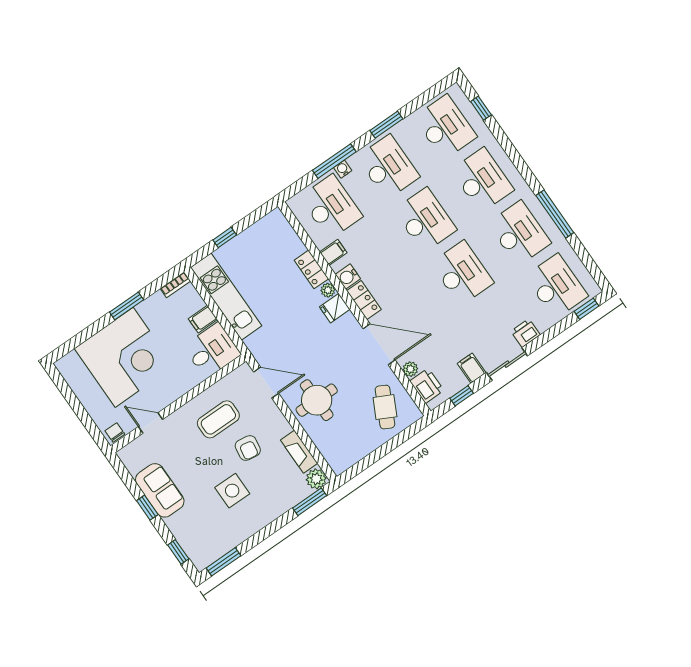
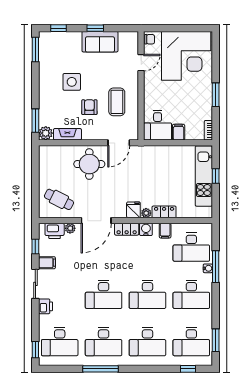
window: (386, 125) -> (216, 340), moved
kitchen unit: (226, 297) -> (204, 176), moved, turned 90
corner desk: (124, 357) -> (186, 56), moved, turned -90
armchair: (248, 448) -> (89, 107), turned 81

